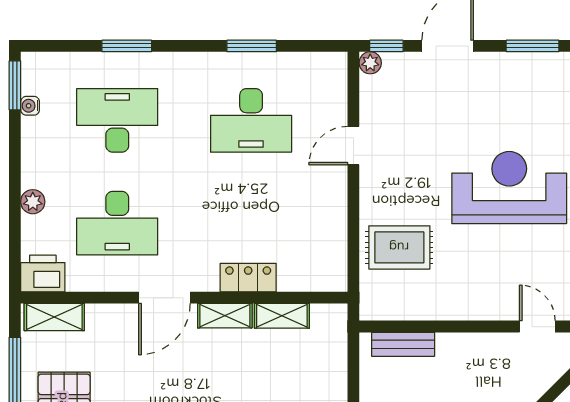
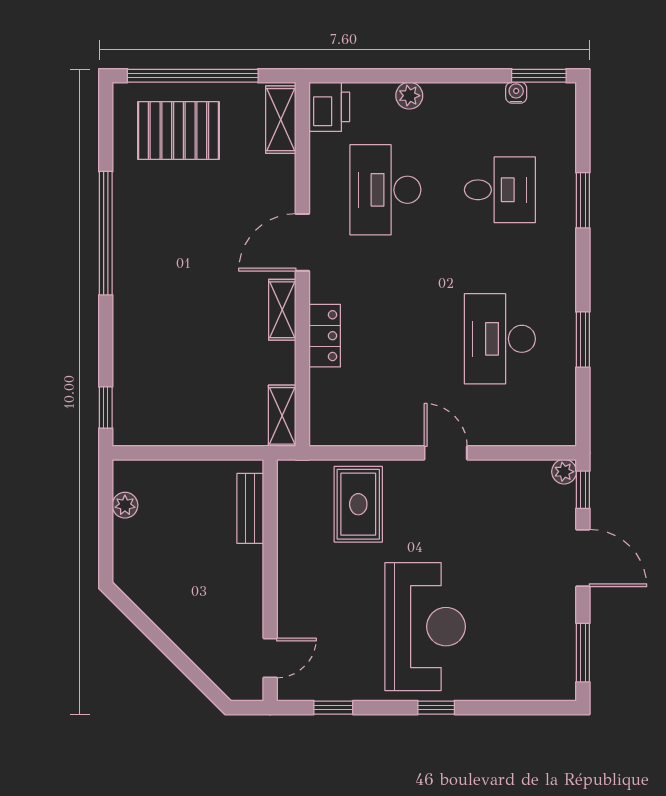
desk: (117, 120) -> (500, 190), width x0.73
door: (353, 146) -> (446, 453), moved
door: (164, 298) -> (302, 242), hinge flipped
shelving: (282, 316) -> (282, 416), moved

